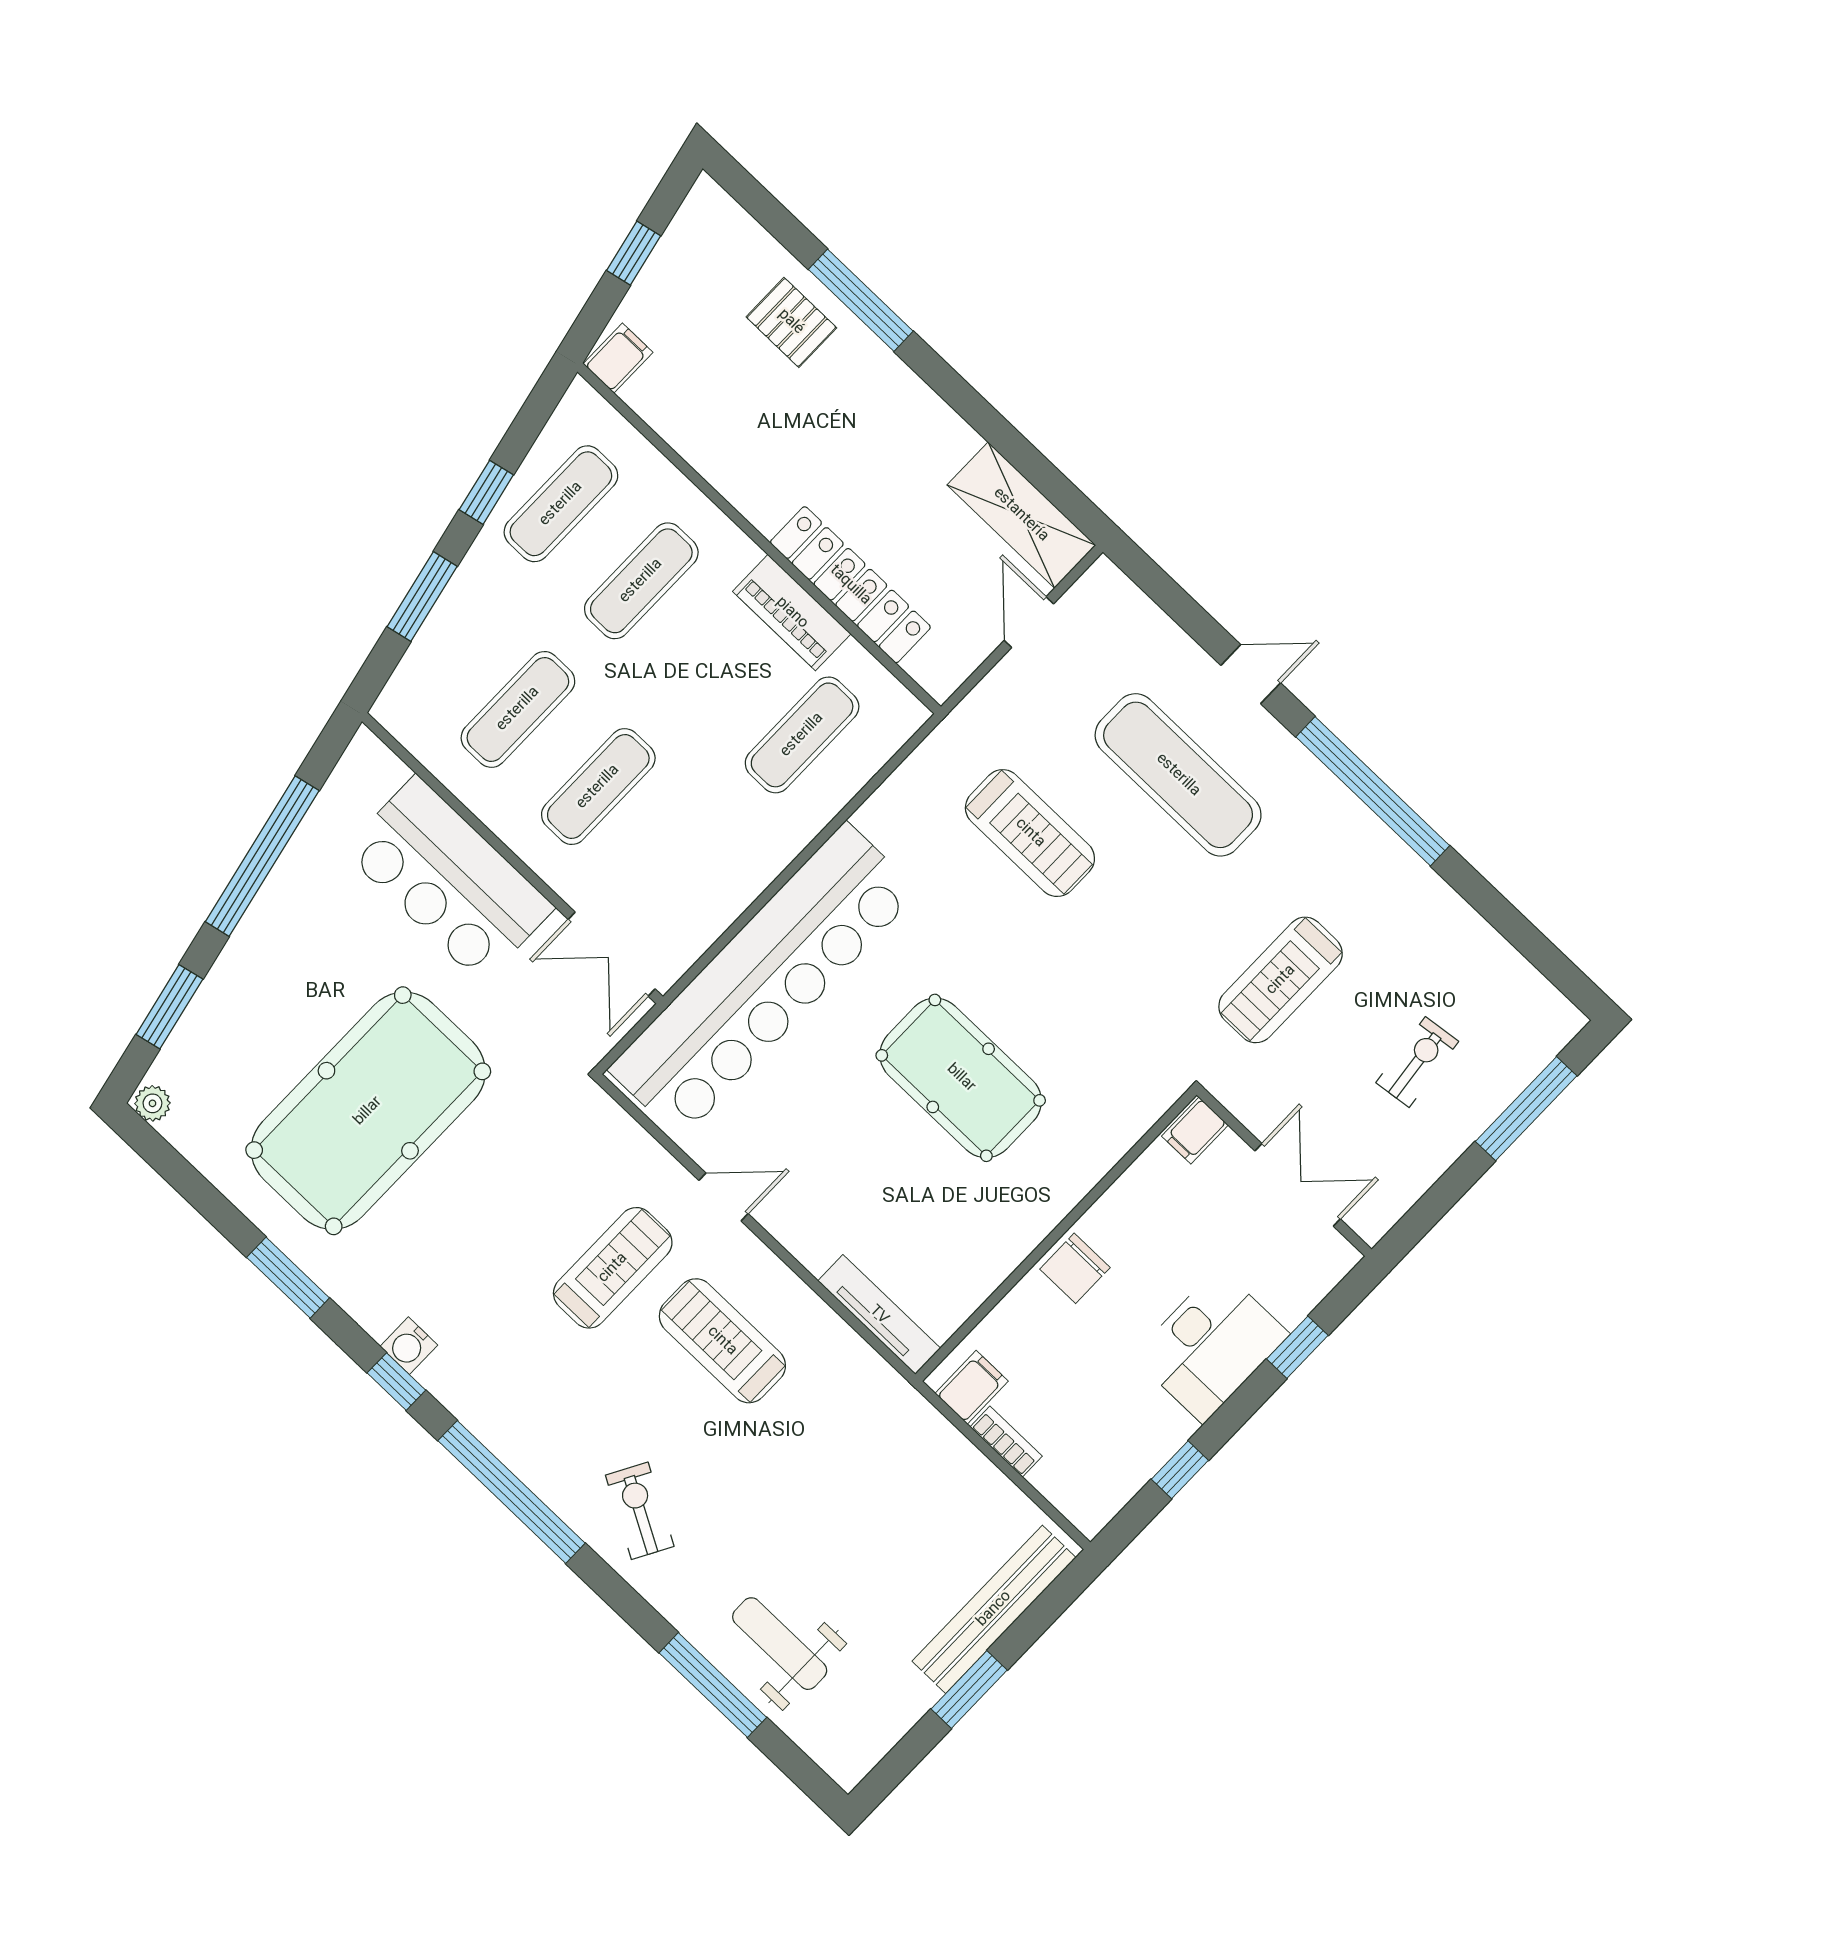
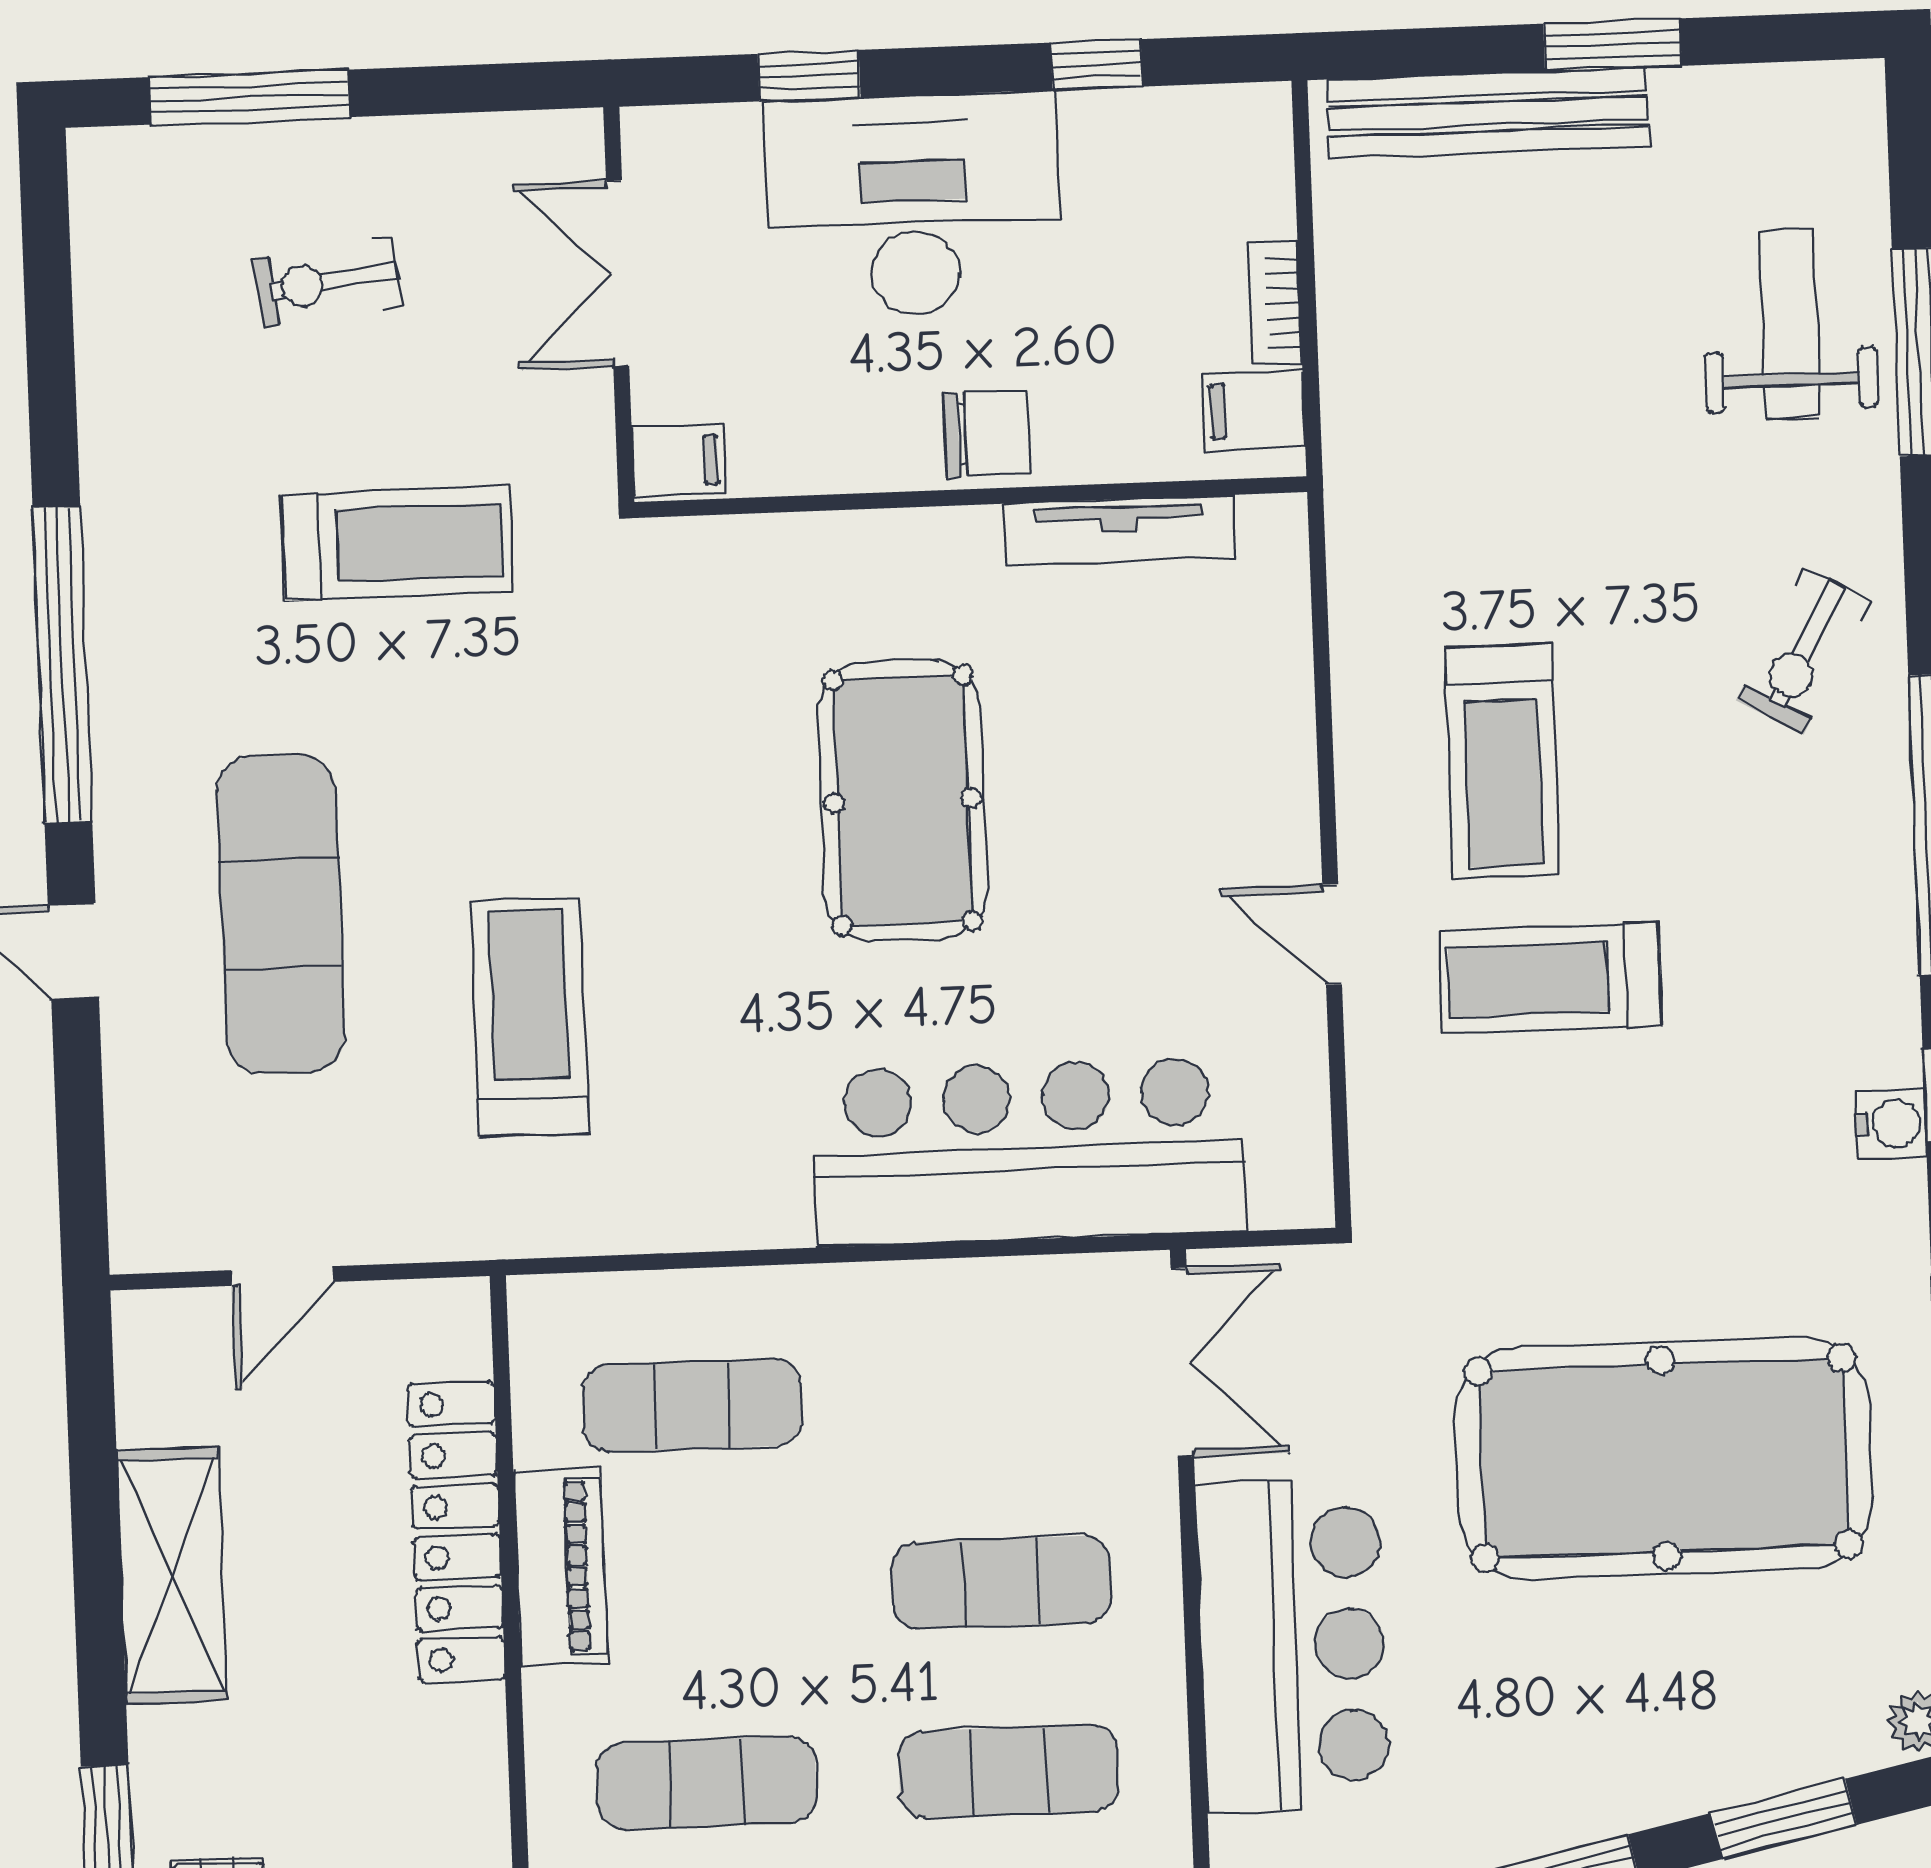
shelving: (1021, 515) -> (172, 1576), moved
bar counter: (763, 980) -> (1028, 1152), width x0.73
tv unit: (879, 1315) -> (1120, 530), moved, turned -90
desk: (1211, 1345) -> (913, 205), width x1.36, depth x1.30
weight bench: (780, 1644) -> (1789, 324), turned 180

